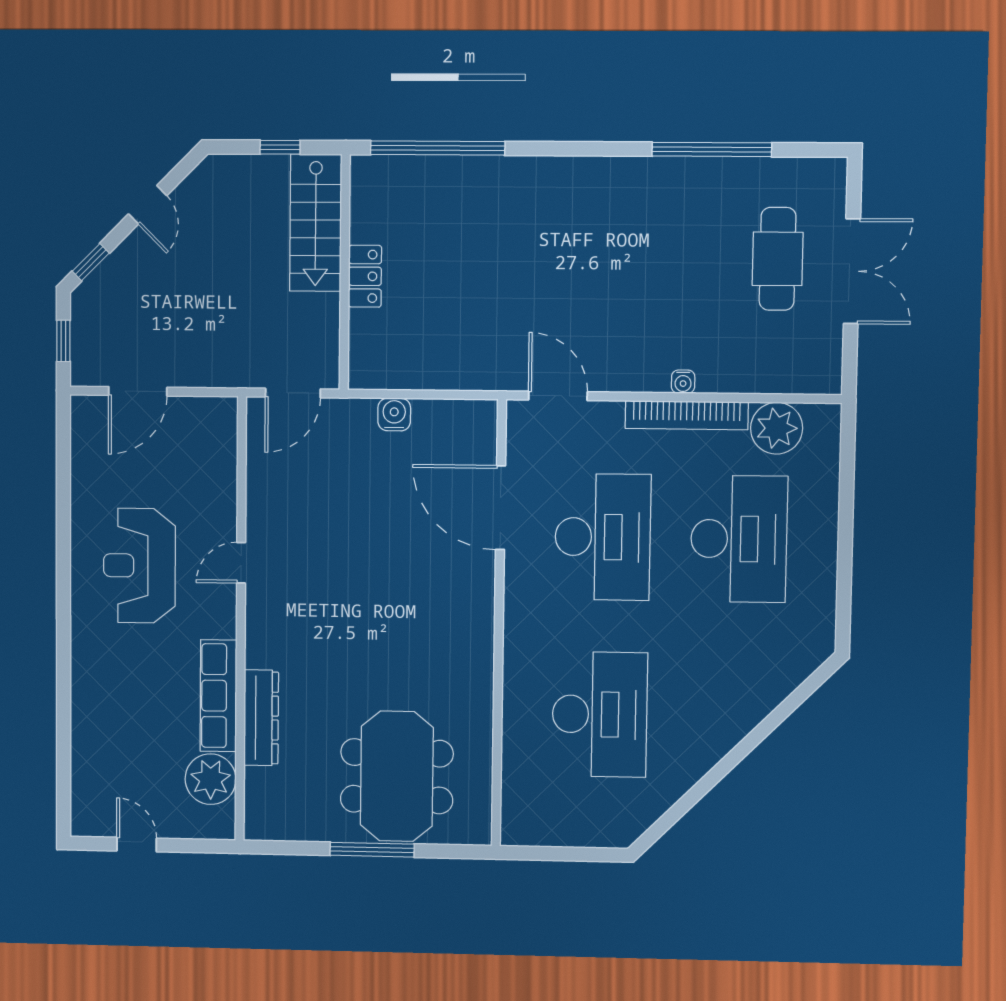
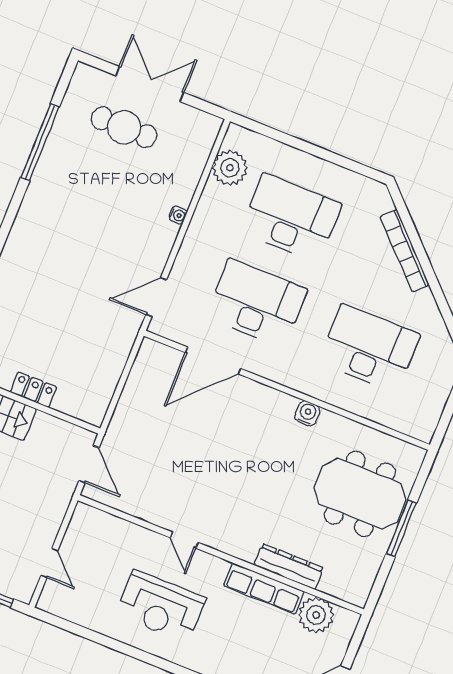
door: (138, 391) -> (49, 563), width x0.73
water cooler: (394, 414) -> (307, 413), moved, turned 90
bookcase: (687, 415) -> (405, 251), moved, turned 135

